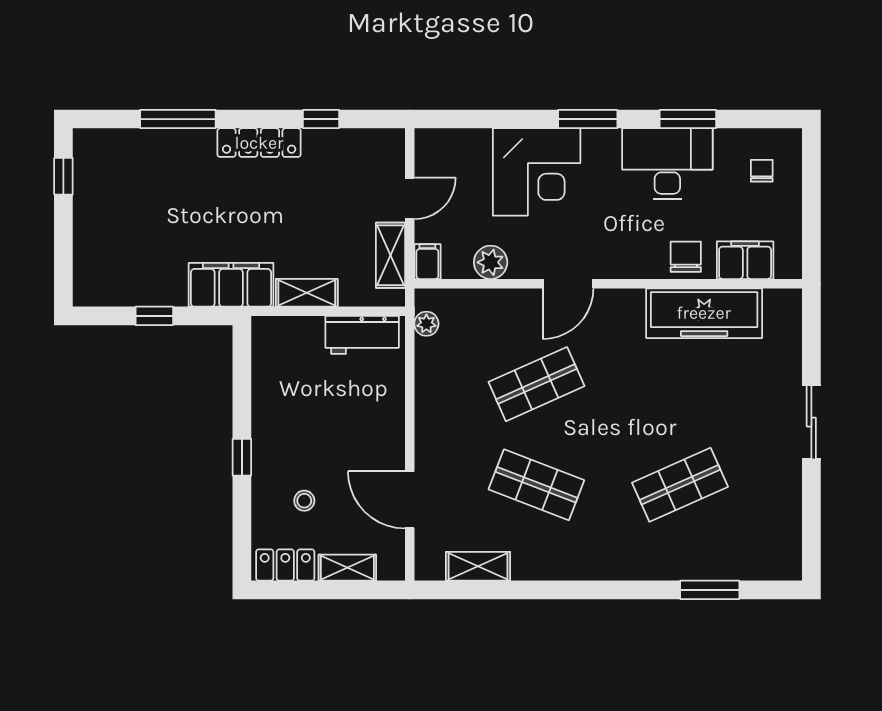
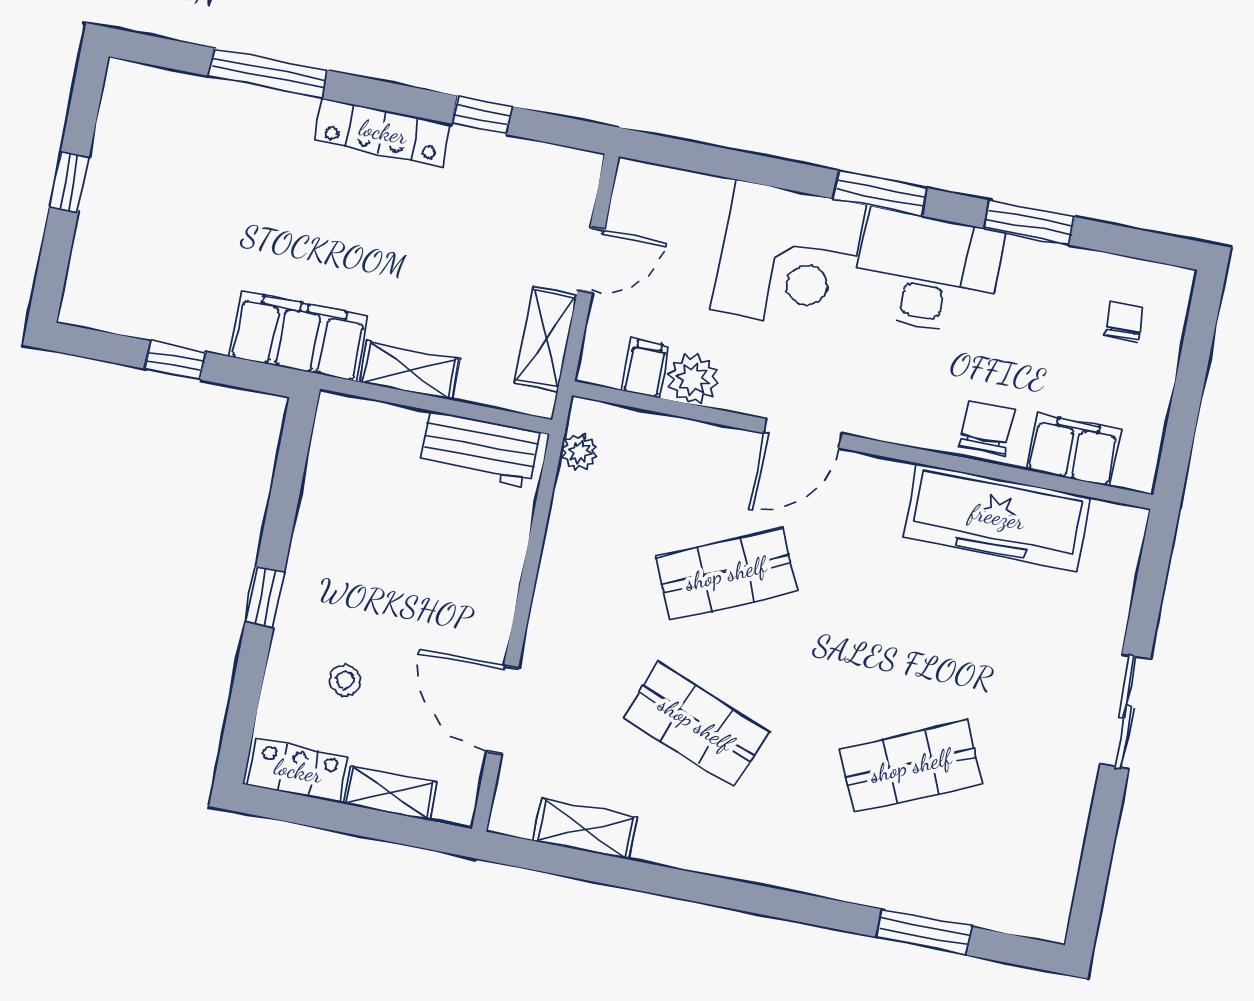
desk: (667, 164) -> (927, 272), moved
window: (63, 176) -> (69, 182), moved
filing cabinet: (427, 262) -> (645, 368), moved

